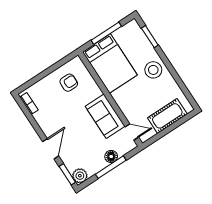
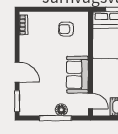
armchair: (69, 83) -> (66, 29), turned 180
door: (51, 149) -> (17, 72), hinge flipped
plant: (80, 176) -> (26, 109), removed

